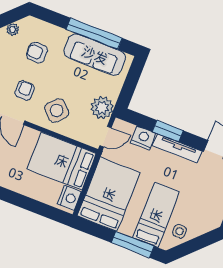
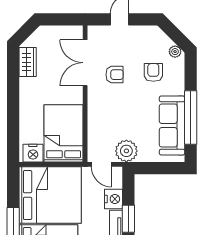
plant: (13, 30) -> (175, 52), moved
side table: (57, 110) -> (108, 111), removed
bed: (109, 194) -> (50, 195), width x1.36

